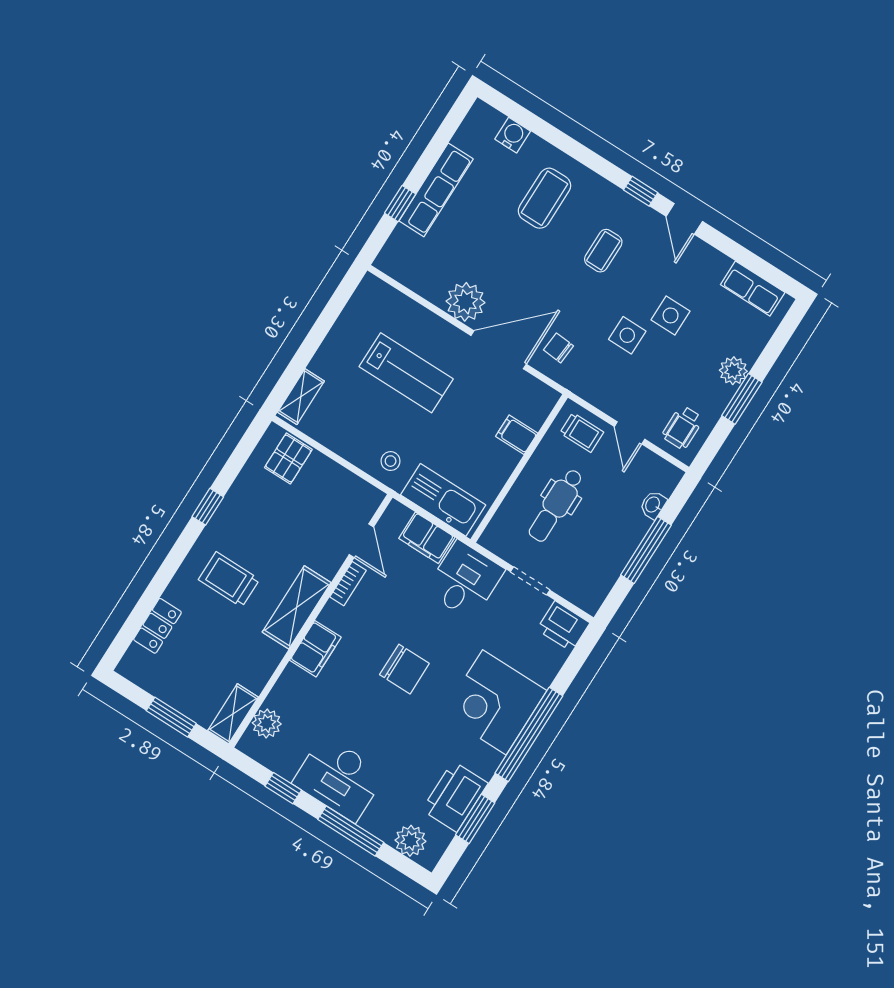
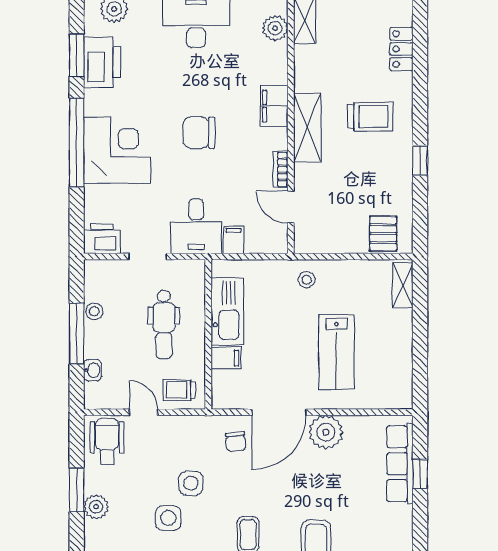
row of seats: (436, 190) -> (400, 464), moved
chair: (558, 348) -> (236, 442), turned 80
lab bench: (406, 373) -> (336, 352), turned -90
wheelchair: (682, 427) -> (107, 441), width x1.36, depth x1.37
kitchen sink: (443, 500) -> (227, 311), moved, turned -90
dental chair: (556, 505) -> (164, 324), turned 180
filing cabinet: (427, 538) -> (234, 240), width x0.50
stool: (615, 561) -> (94, 311), added

